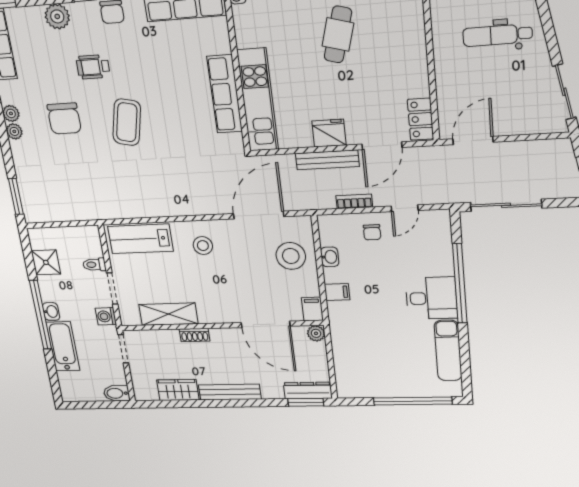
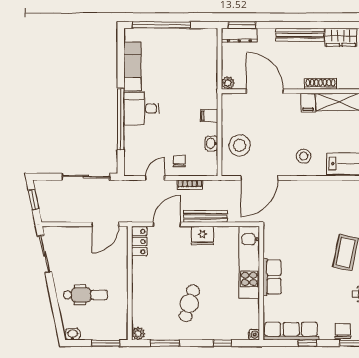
row of seats: (225, 94) -> (272, 277), width x0.68
filing cabinet: (312, 309) -> (308, 103), moved
shoe rack: (195, 335) -> (321, 84), width x1.43

